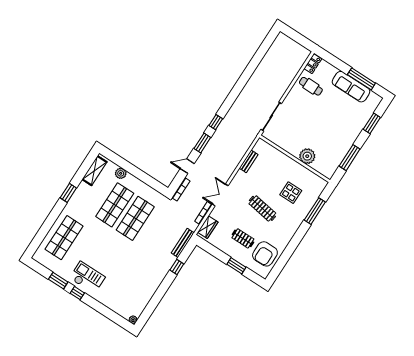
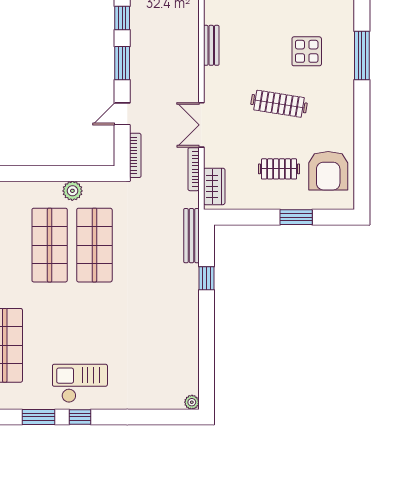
plant: (121, 173) -> (72, 191), moved

